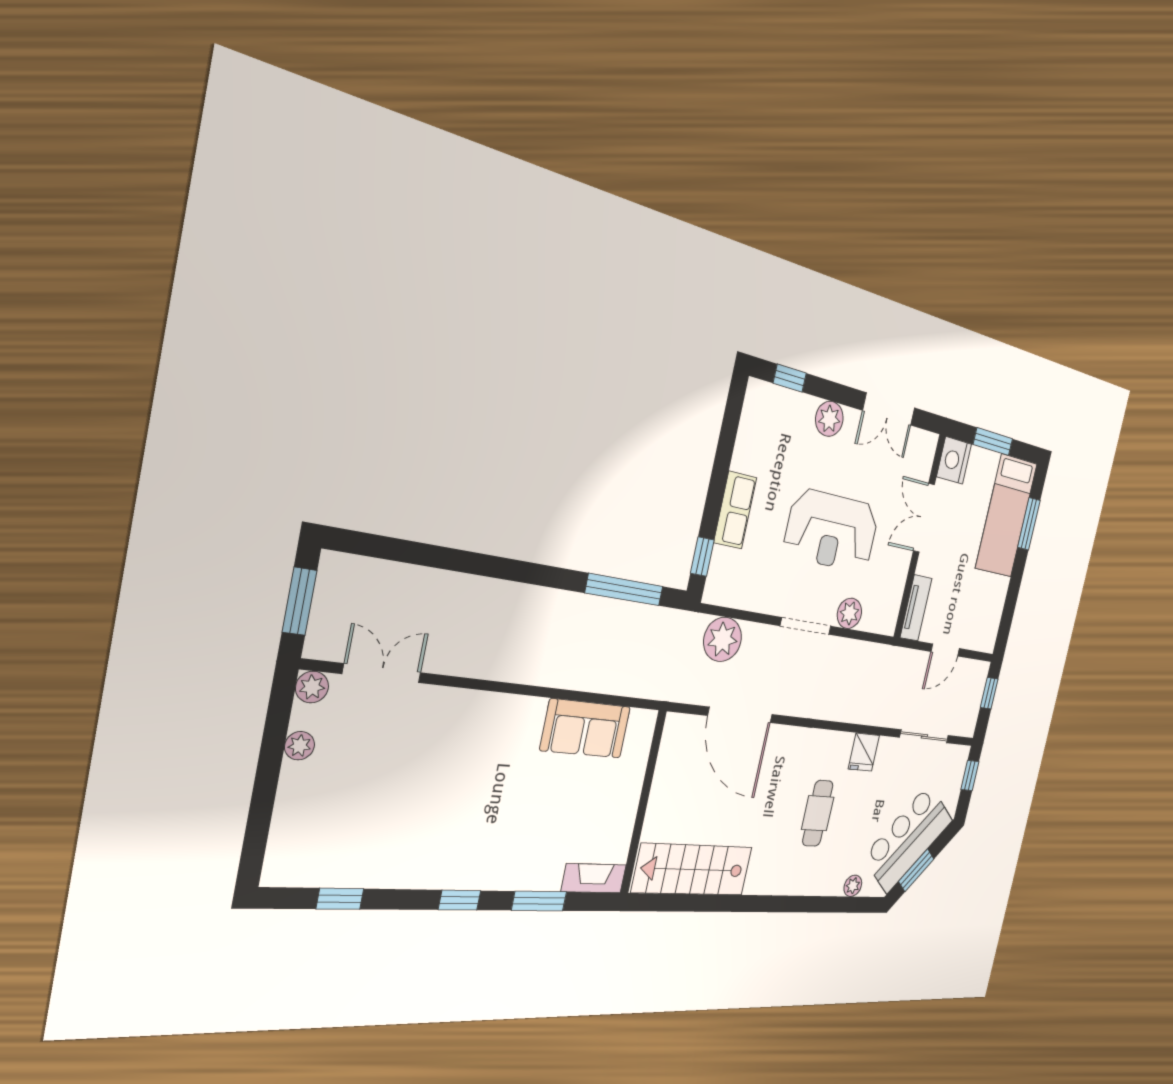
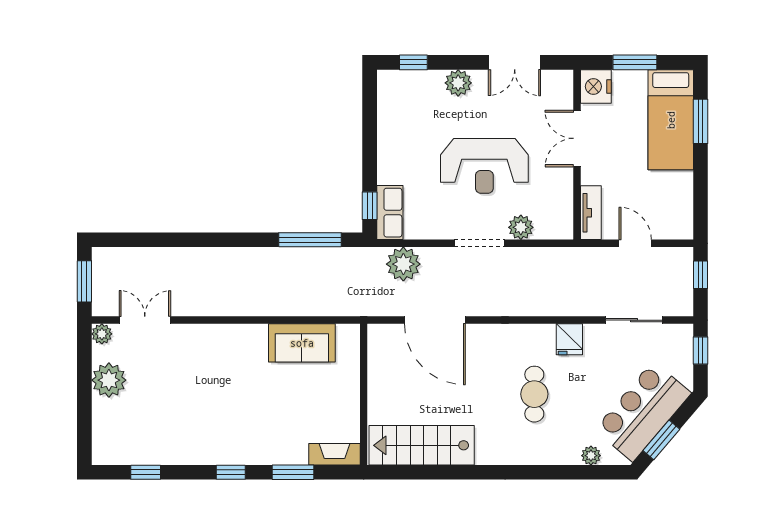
row of seats: (735, 510) -> (390, 213), moved
door: (945, 650) -> (635, 243), swing flipped
plant: (300, 746) -> (109, 380), width x1.87, depth x1.87

